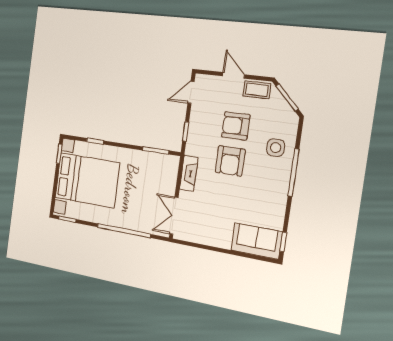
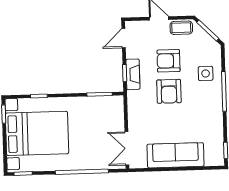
fireplace: (189, 173) -> (133, 74), moved
sofa: (257, 241) -> (175, 155), moved, width x1.36

